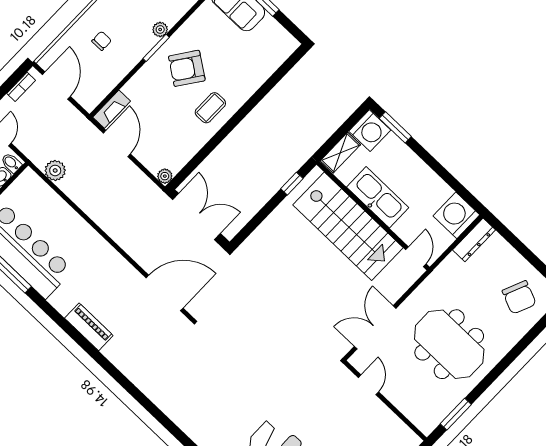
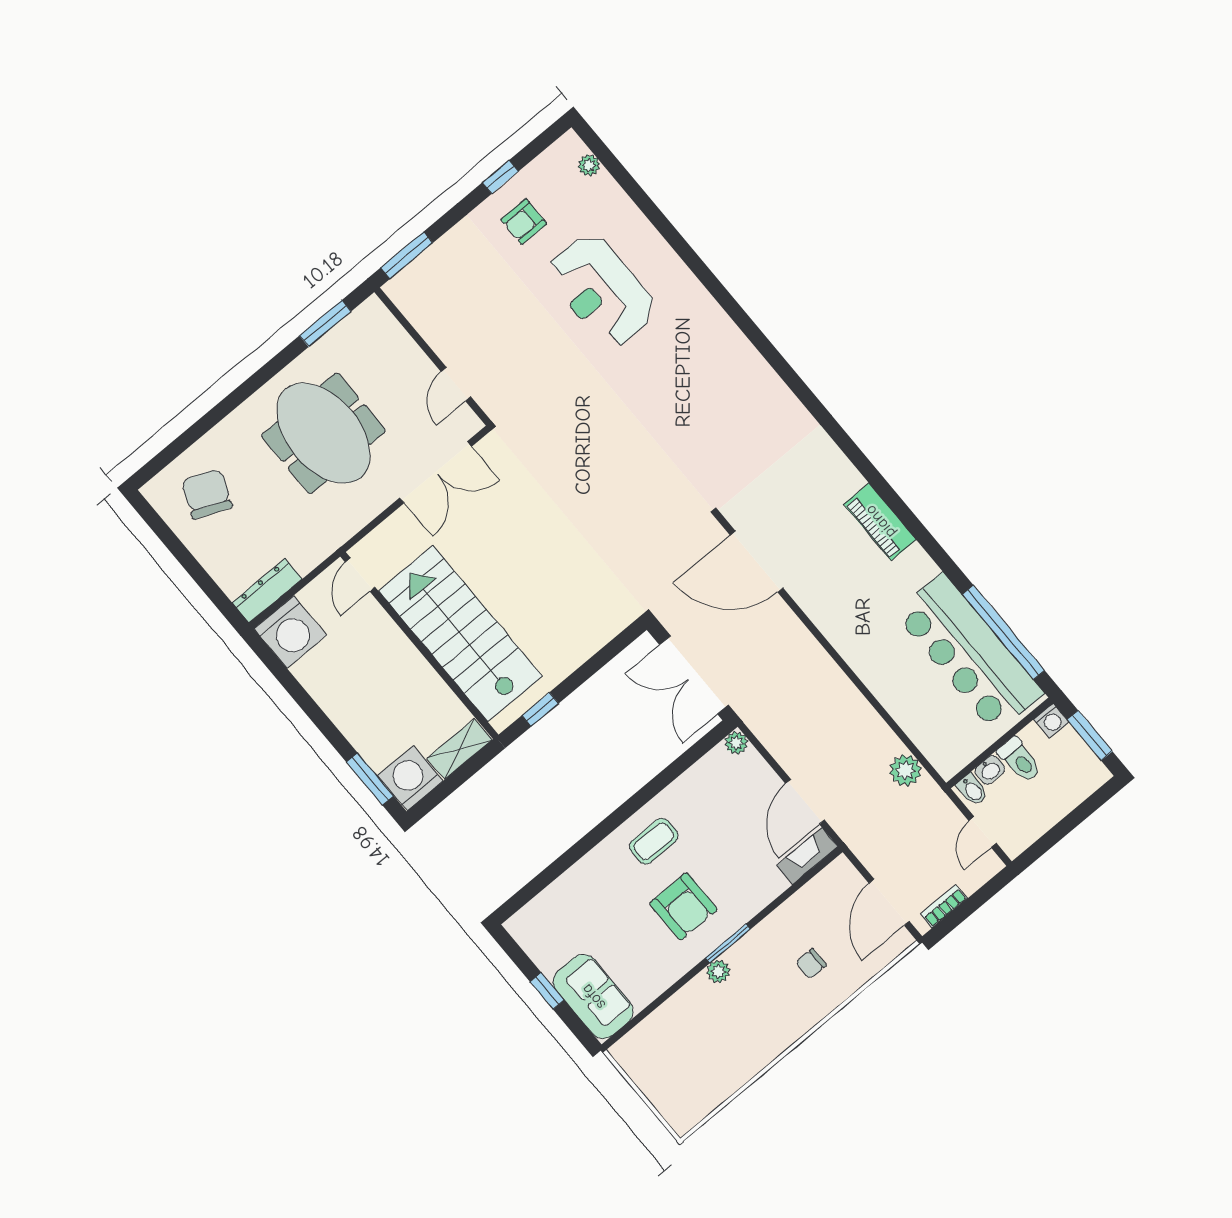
armchair: (187, 68) -> (684, 906), turned 55
kitchen sink: (378, 197) -> (409, 674), removed

